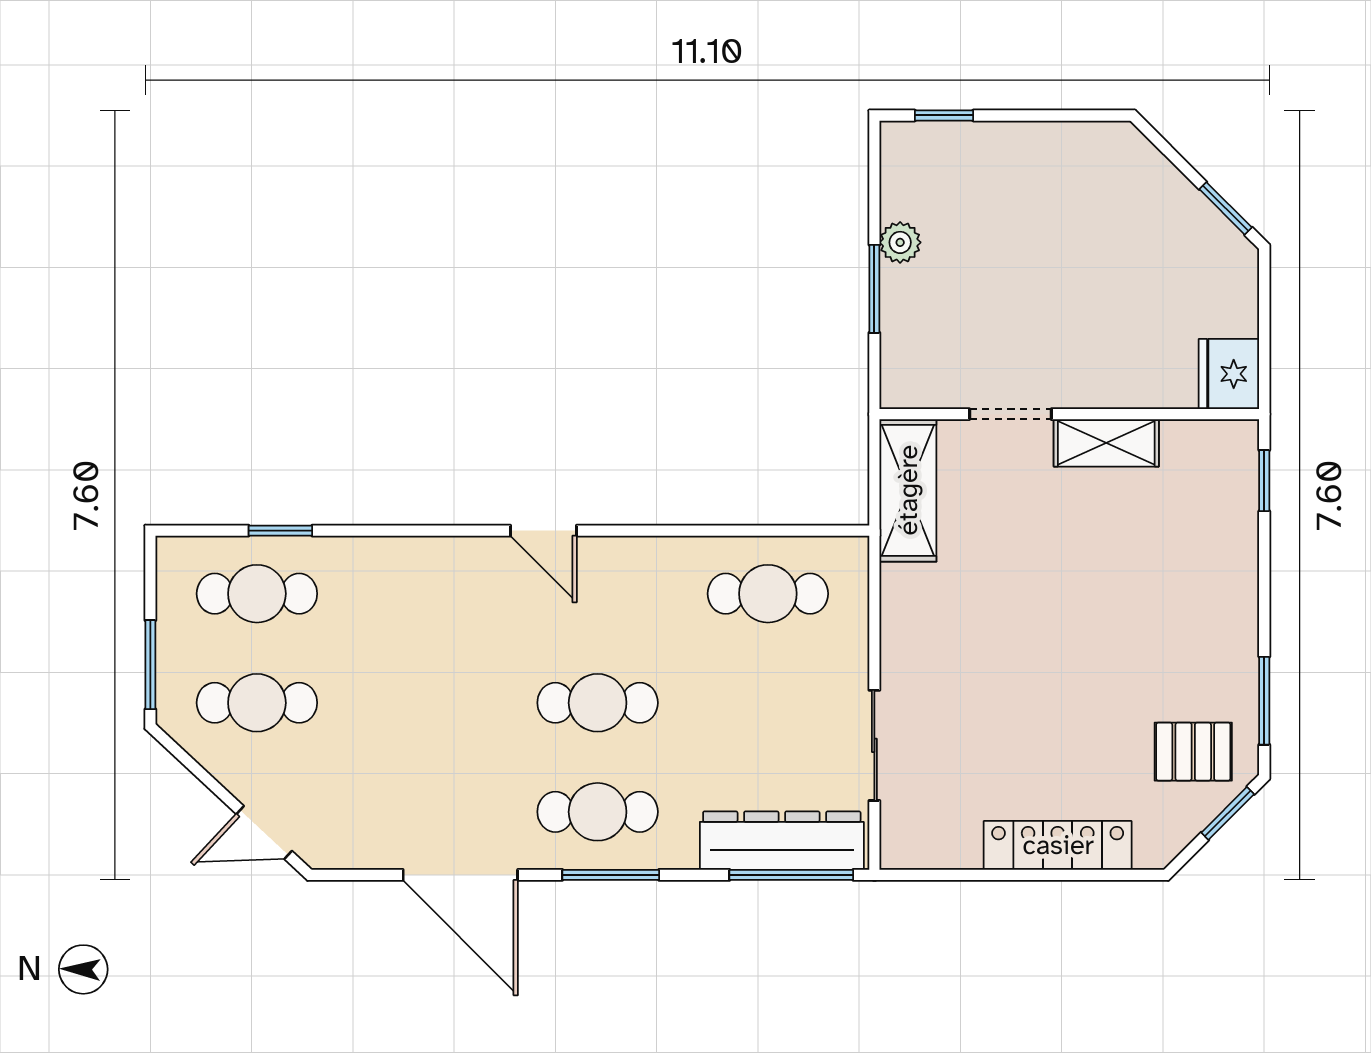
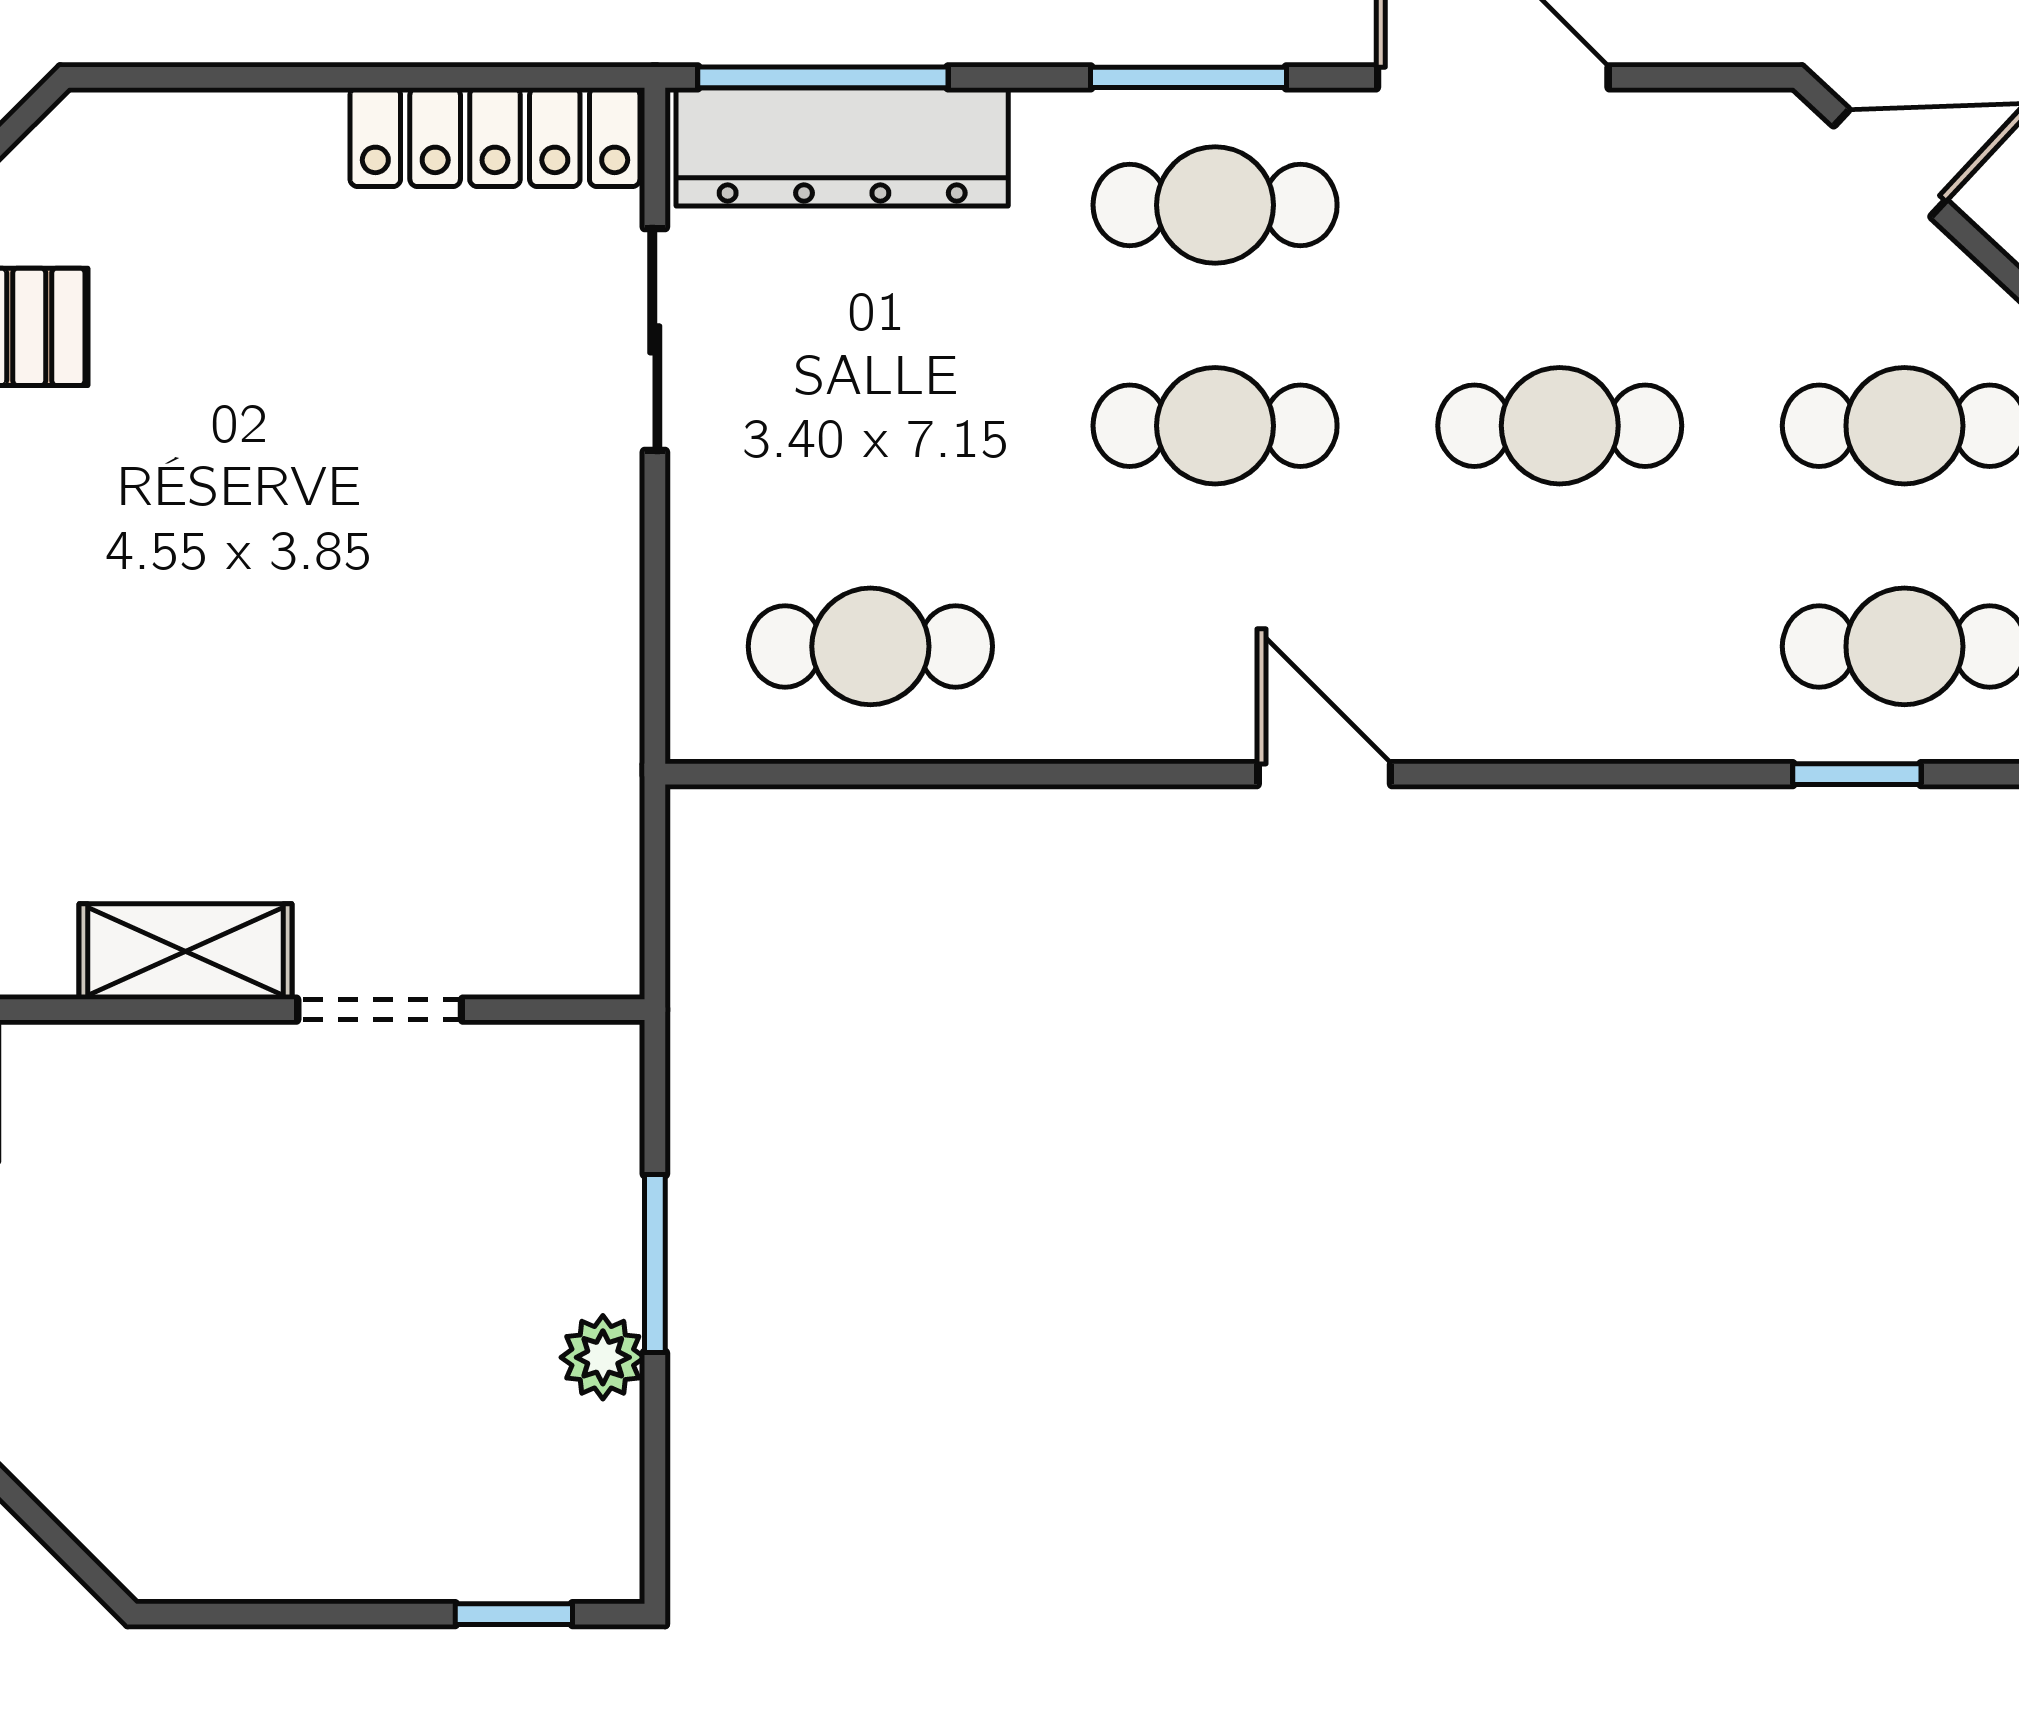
shelving: (908, 490) -> (587, 855), removed
cafe table: (427, 703) -> (1560, 426), added
locker: (1058, 845) -> (495, 137), moved

